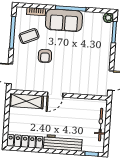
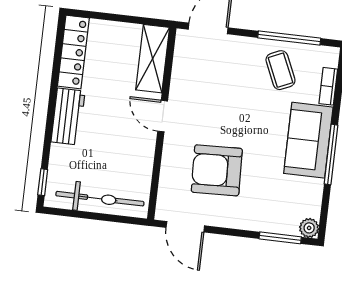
armchair: (45, 56) -> (217, 170), moved, width x1.88, depth x1.88
bicycle: (101, 125) -> (100, 199), width x1.37, depth x1.40
workbench: (63, 143) -> (68, 117), width x0.73

